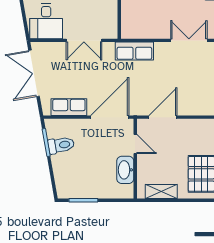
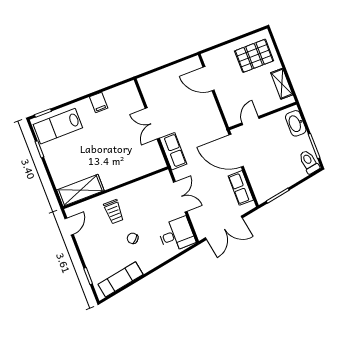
double door: (189, 40) -> (152, 123), moved
door: (163, 117) -> (208, 79), moved
toilet: (61, 145) -> (309, 162), moved
washbasin: (125, 170) -> (296, 123), moved, turned 90

